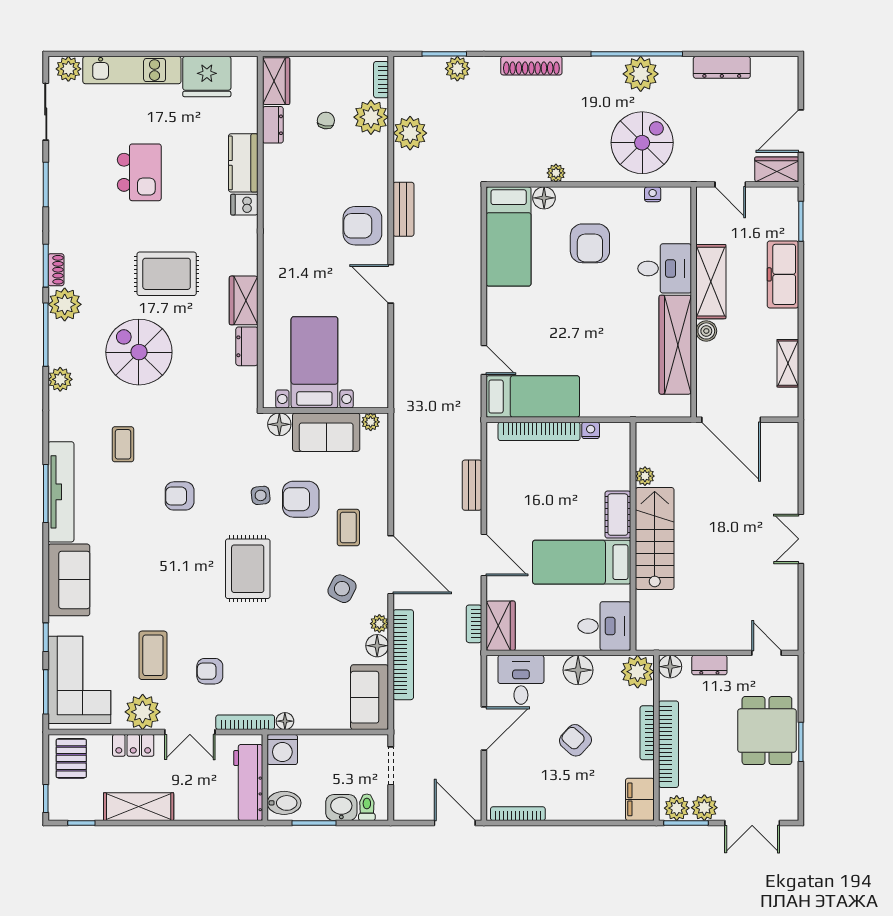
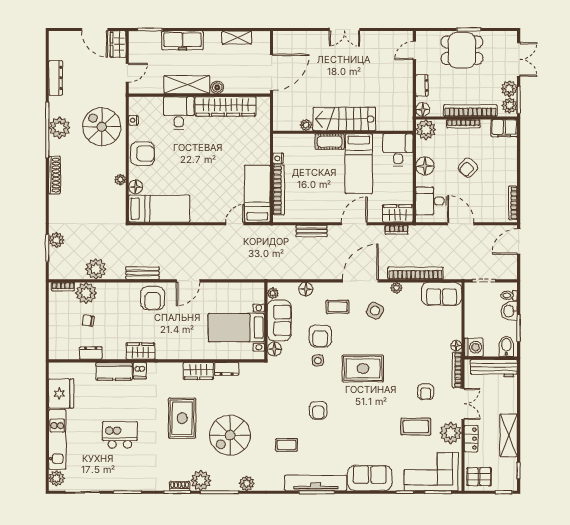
shoe rack: (531, 66) -> (55, 175), moved
wardrobe: (276, 81) -> (140, 351), moved
armchair: (590, 243) -> (142, 154), moved
floor lamp: (377, 646) -> (306, 289), moved

